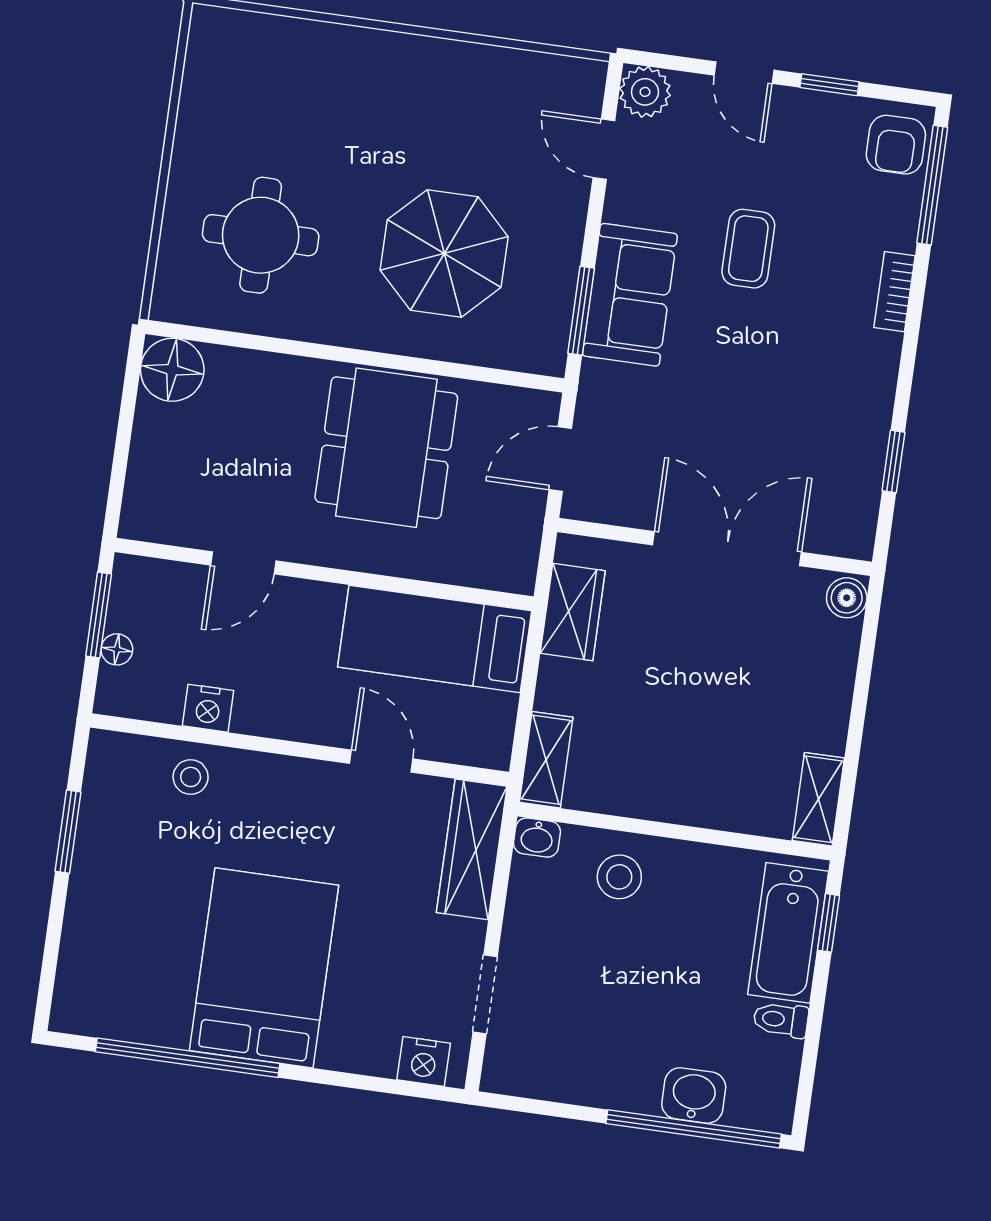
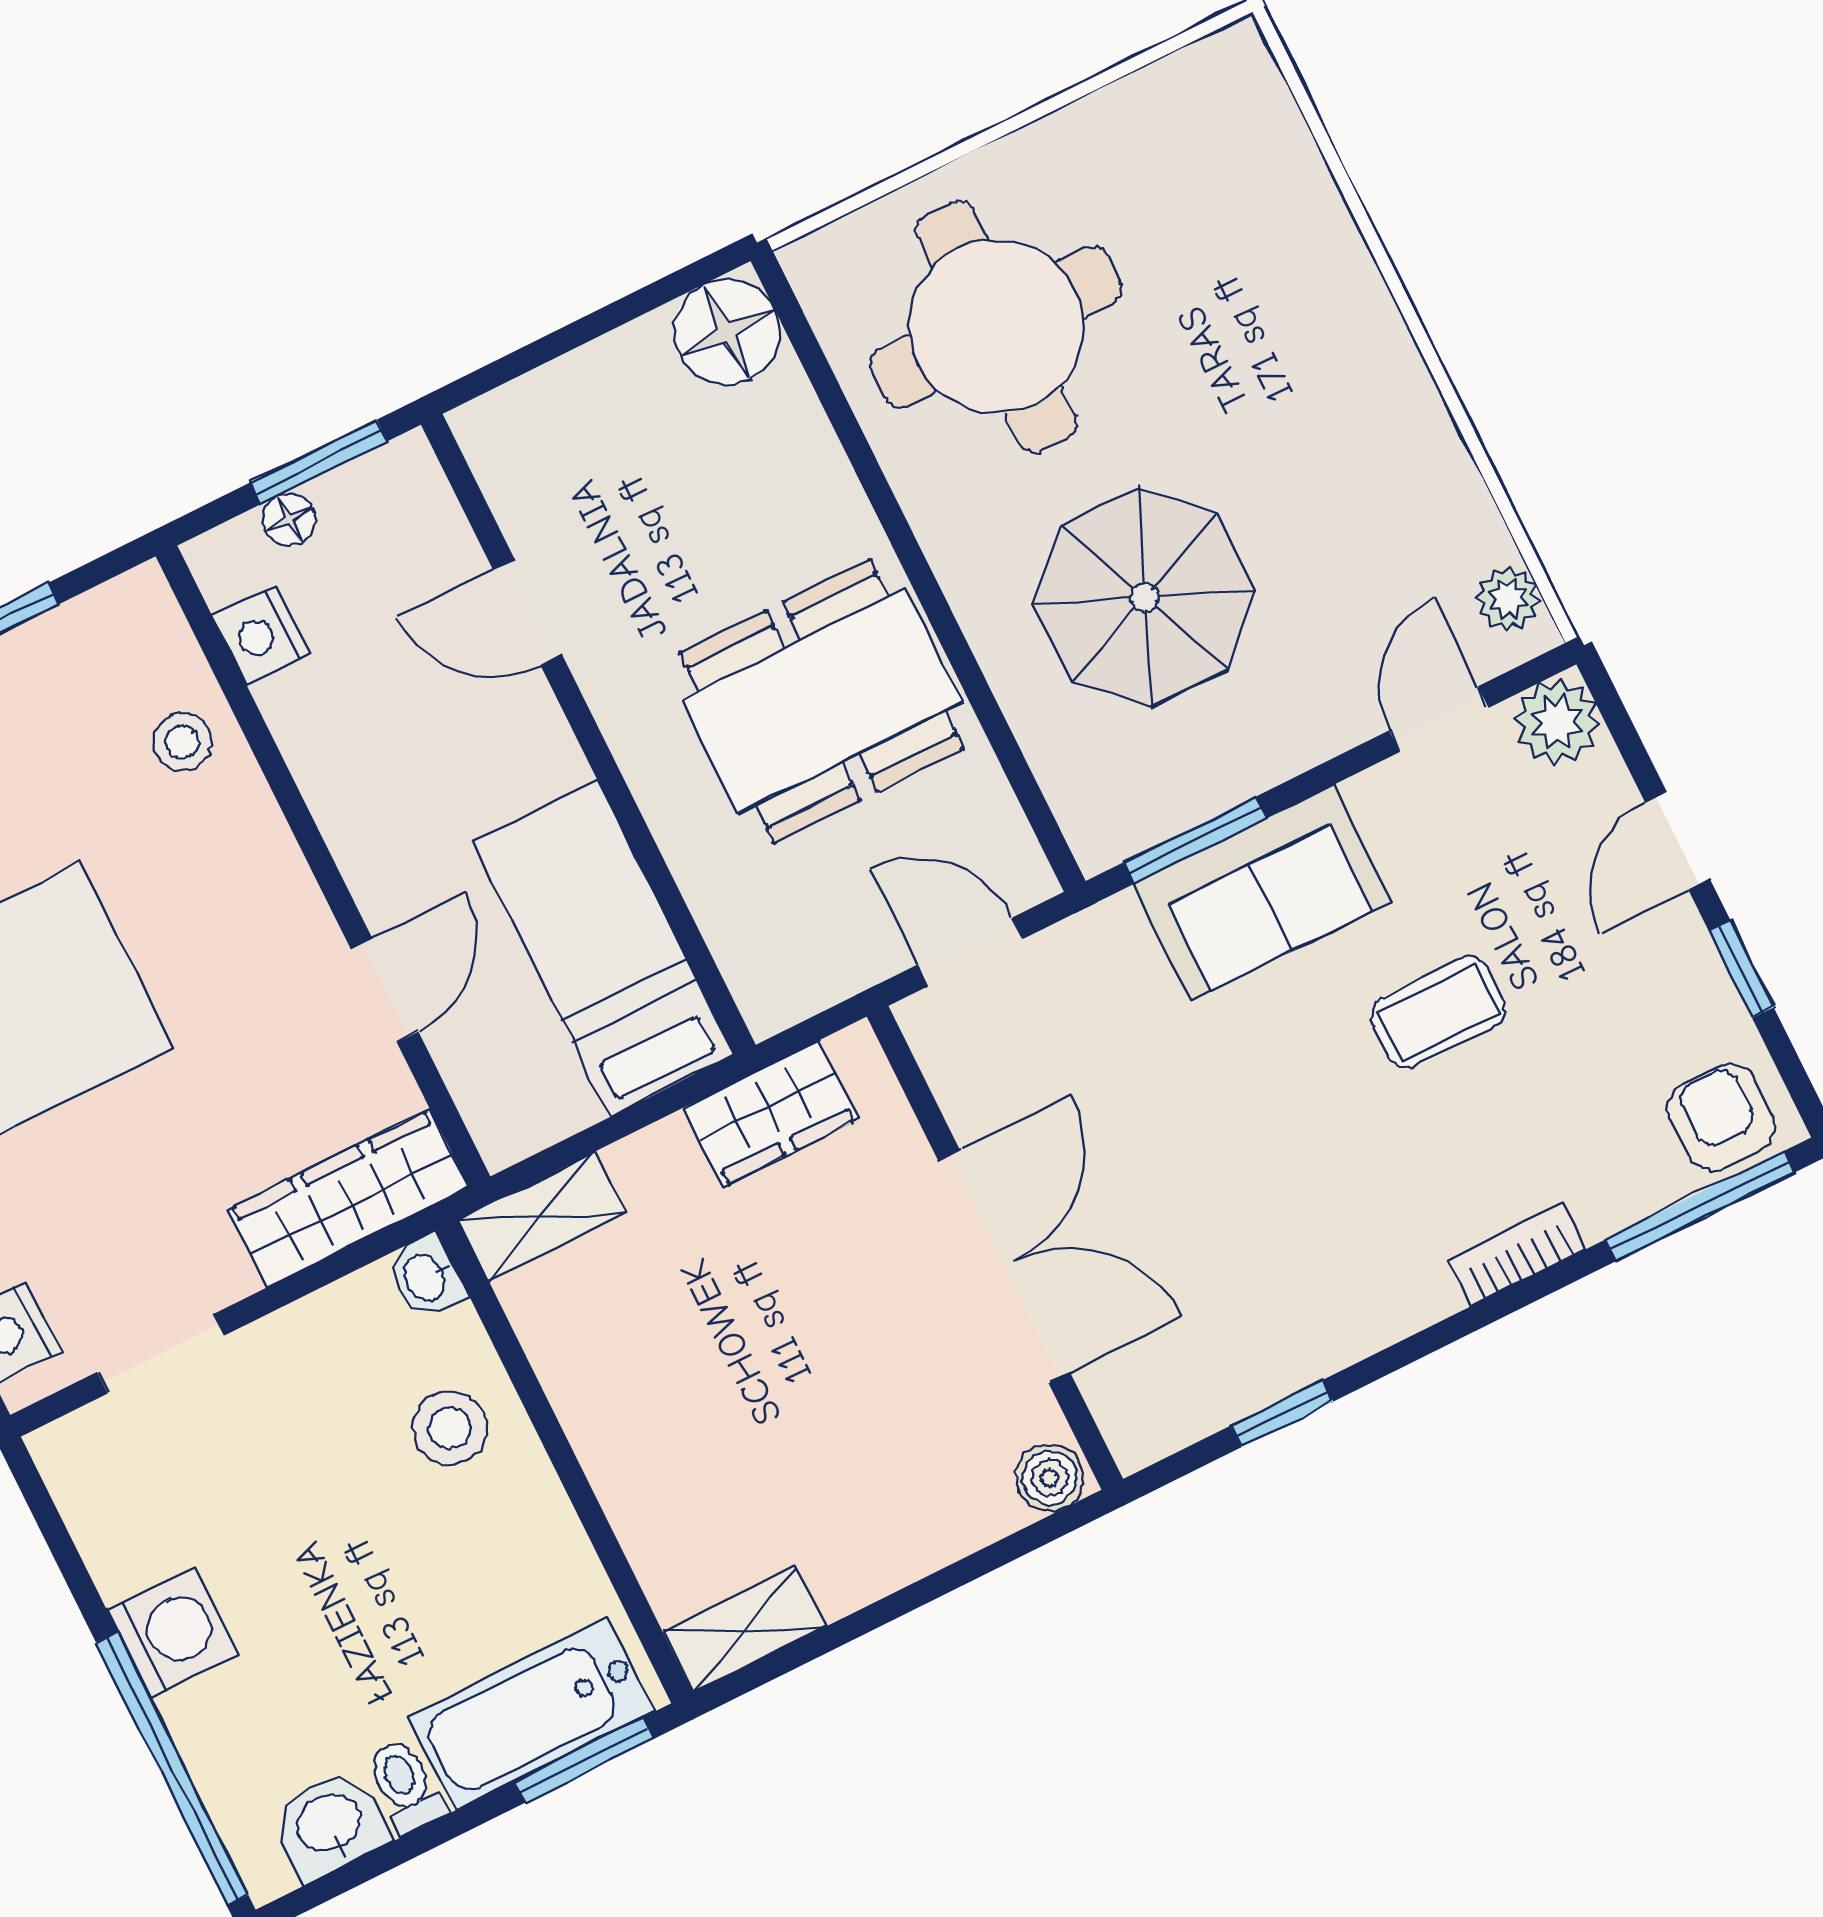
plant: (568, 75) -> (1508, 599), added
armchair: (896, 145) -> (1721, 1118), turned 90
round table: (261, 235) -> (996, 327), width x1.36, depth x1.36
nightstand: (208, 708) -> (261, 635), moved
window: (829, 923) -> (584, 1760), width x1.50
washing machine: (626, 1083) -> (172, 1632), added
washbasin: (694, 1095) -> (330, 1825), moved, turned -90

